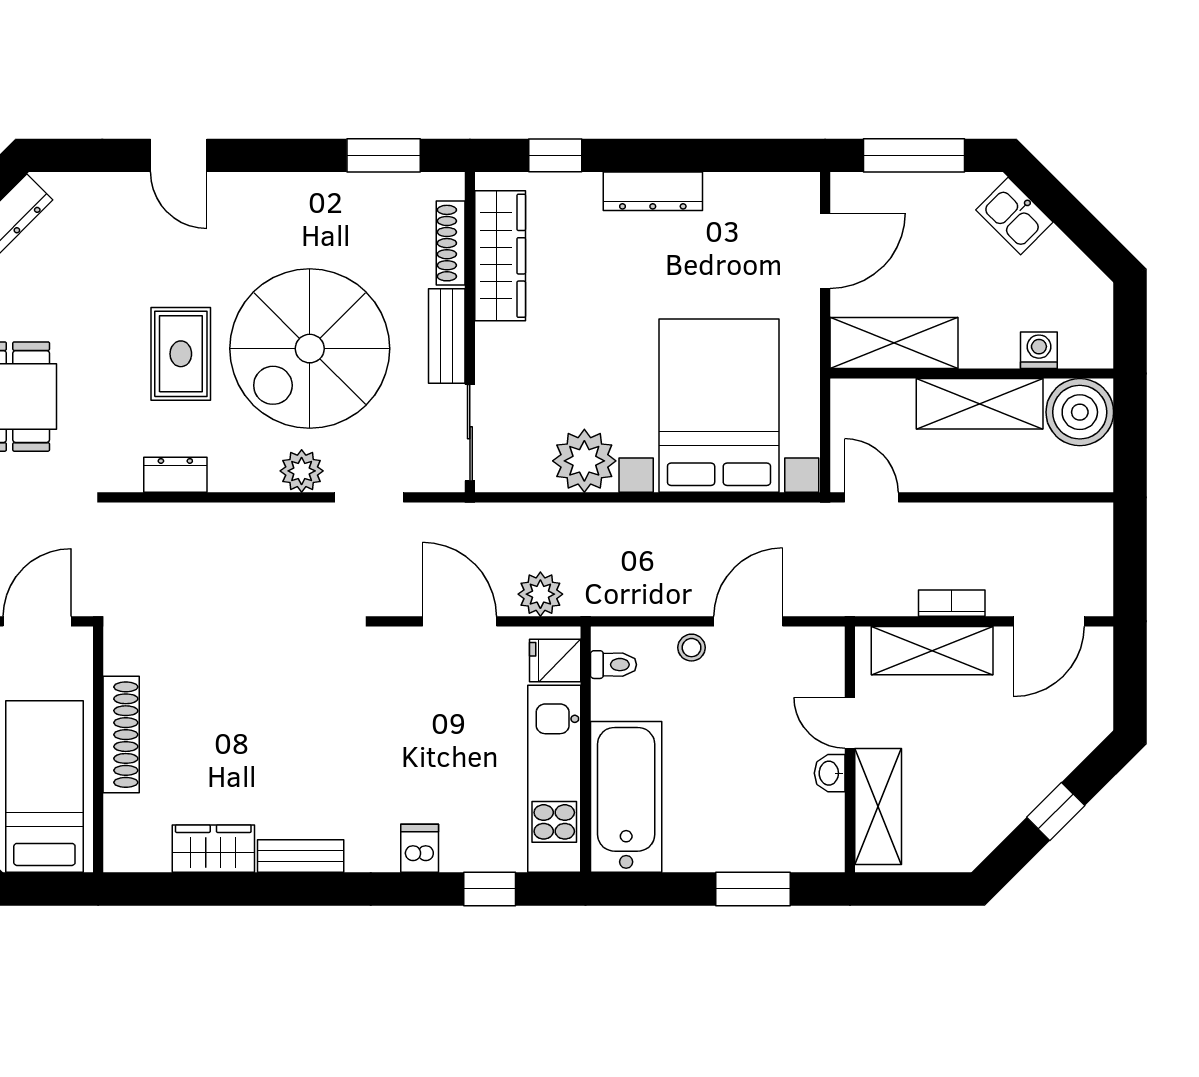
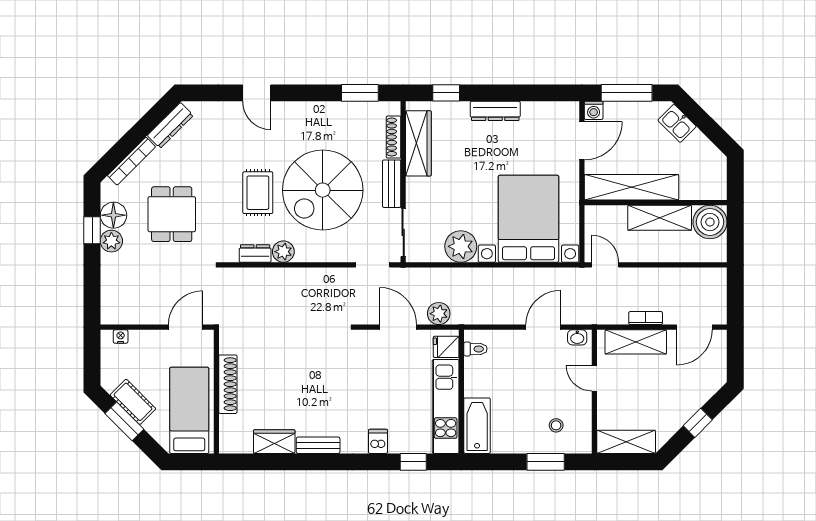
shelving: (894, 343) -> (632, 187), width x1.47
washing machine: (1039, 350) -> (594, 110), moved, turned 180
plant: (302, 471) -> (283, 252), moved
doorway: (369, 497) -> (373, 265), moved
stool: (692, 648) -> (556, 425), moved
washbasin: (830, 773) -> (577, 337), moved, turned -90
bathtub: (626, 797) -> (477, 426), width x0.73, depth x0.73
shelving: (878, 807) -> (626, 442), moved, turned 90

